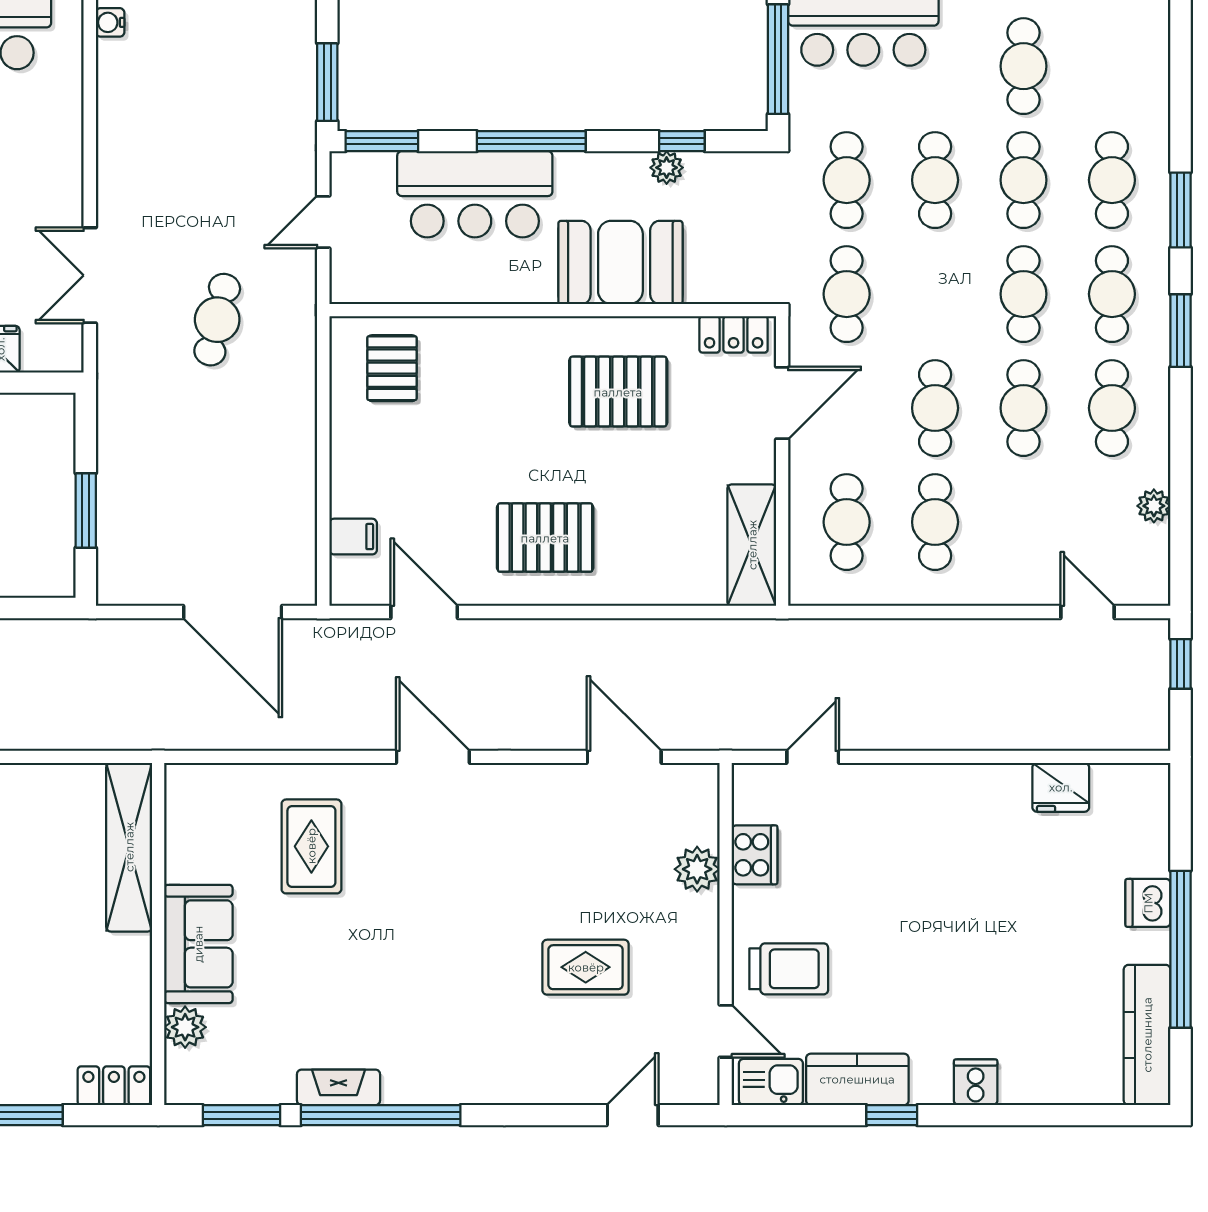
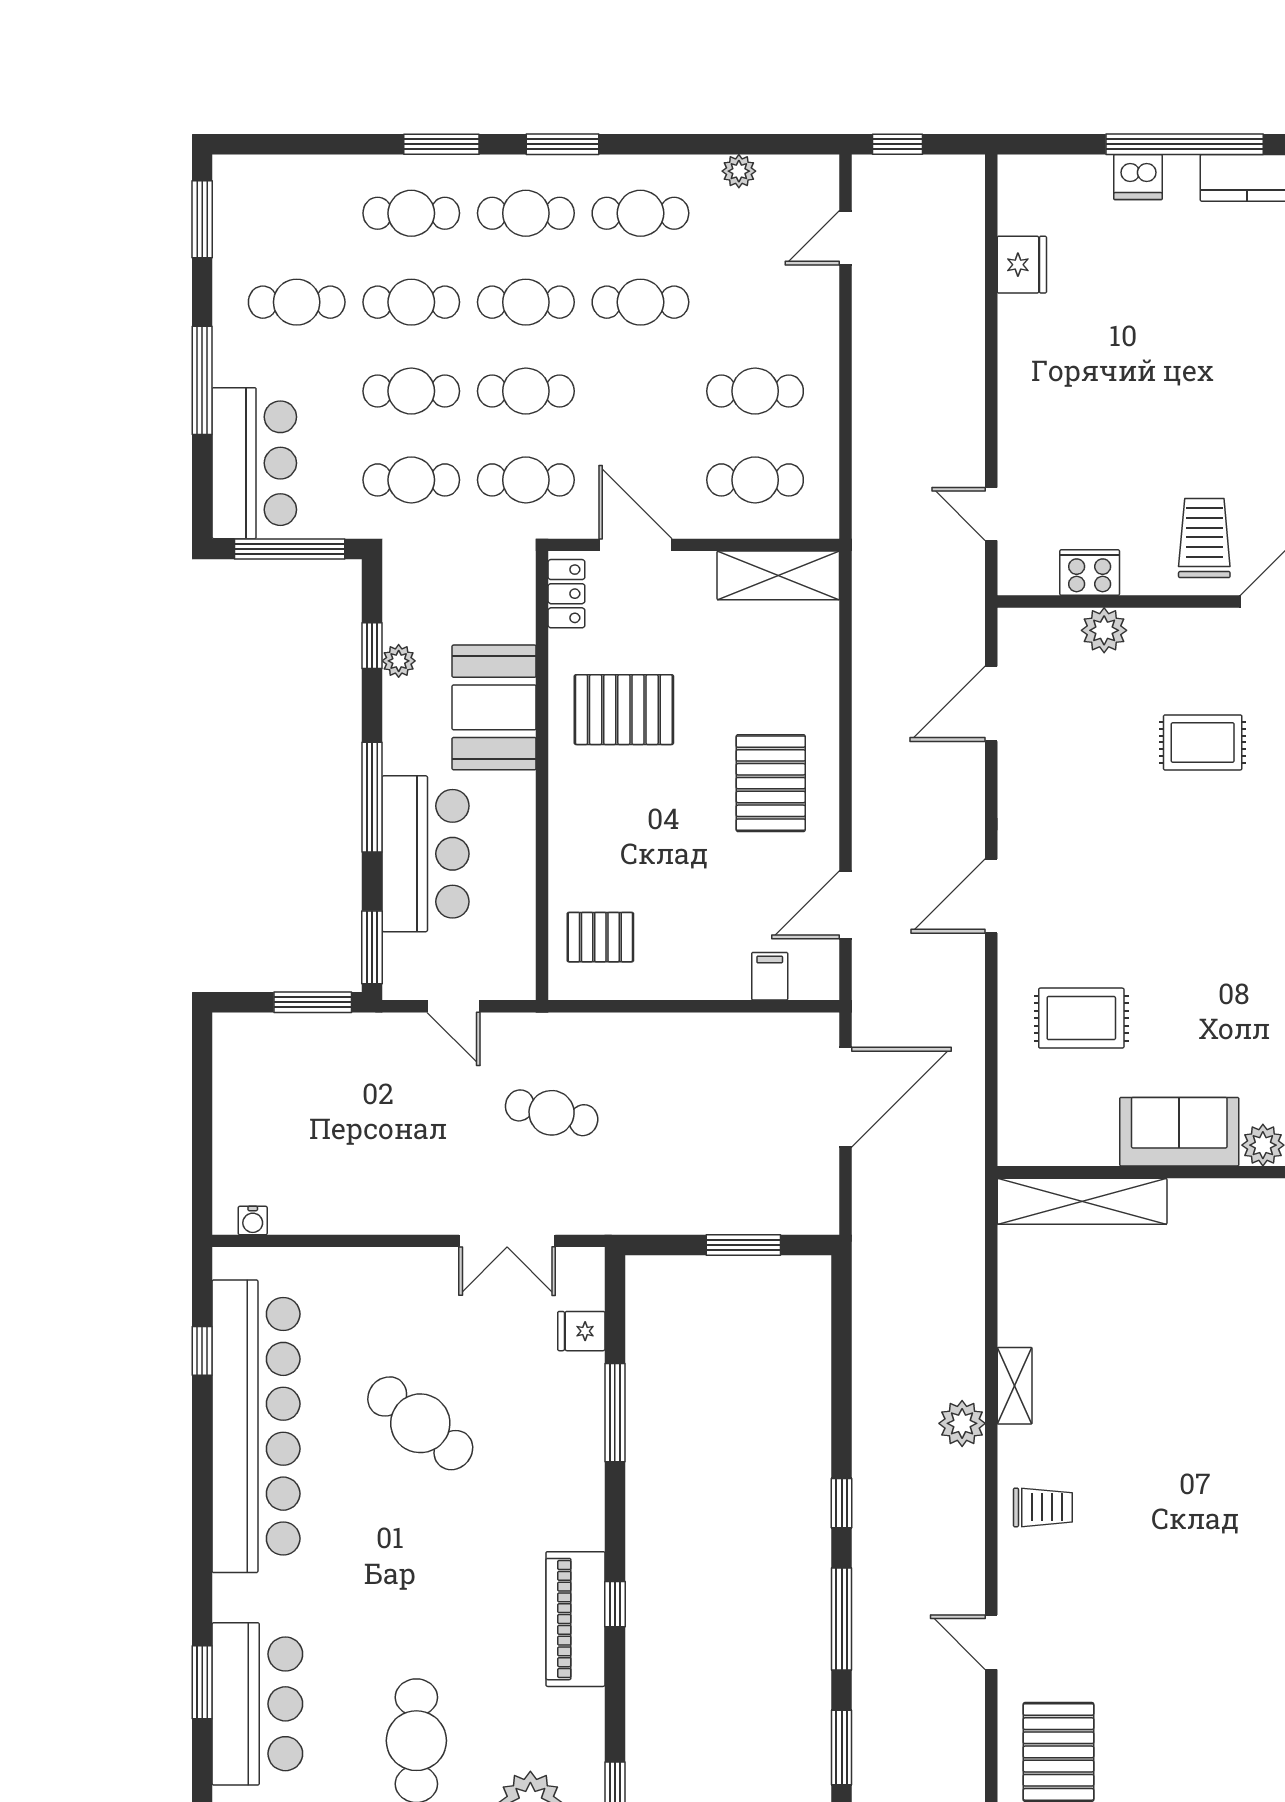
pallet: (618, 392) -> (624, 710), turned 90
cafe table: (935, 408) -> (526, 391), moved
rug: (586, 967) -> (1203, 742), turned 90

